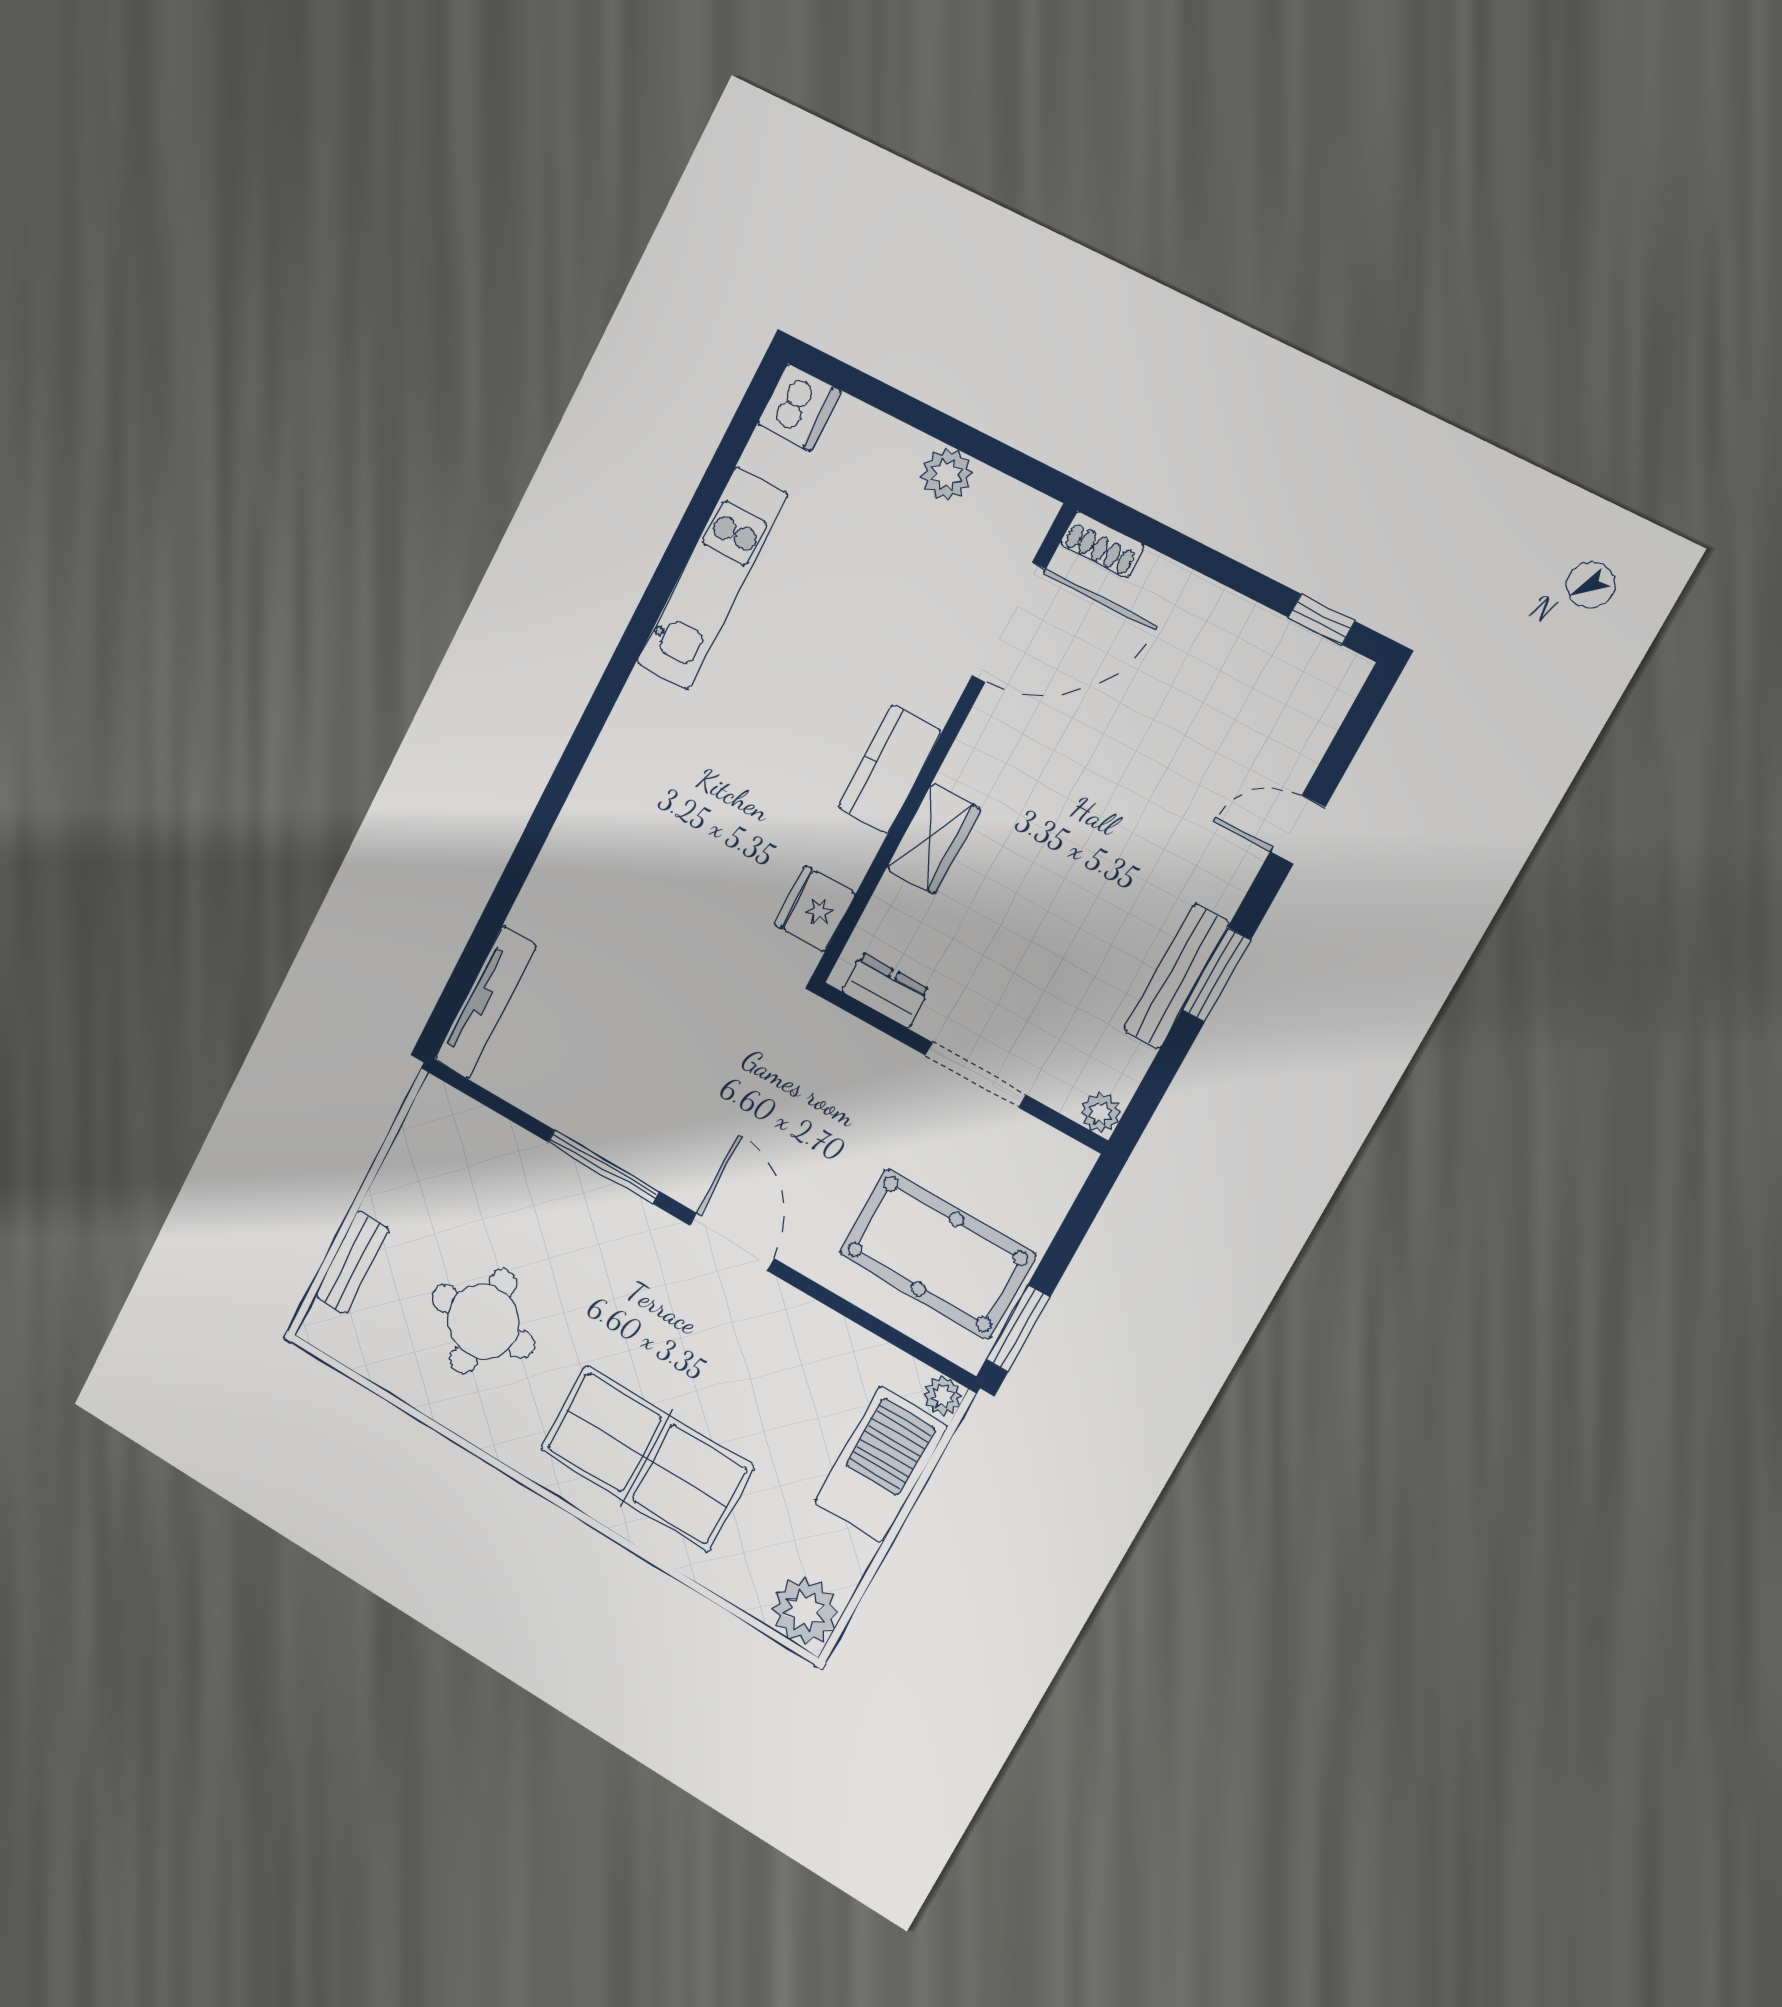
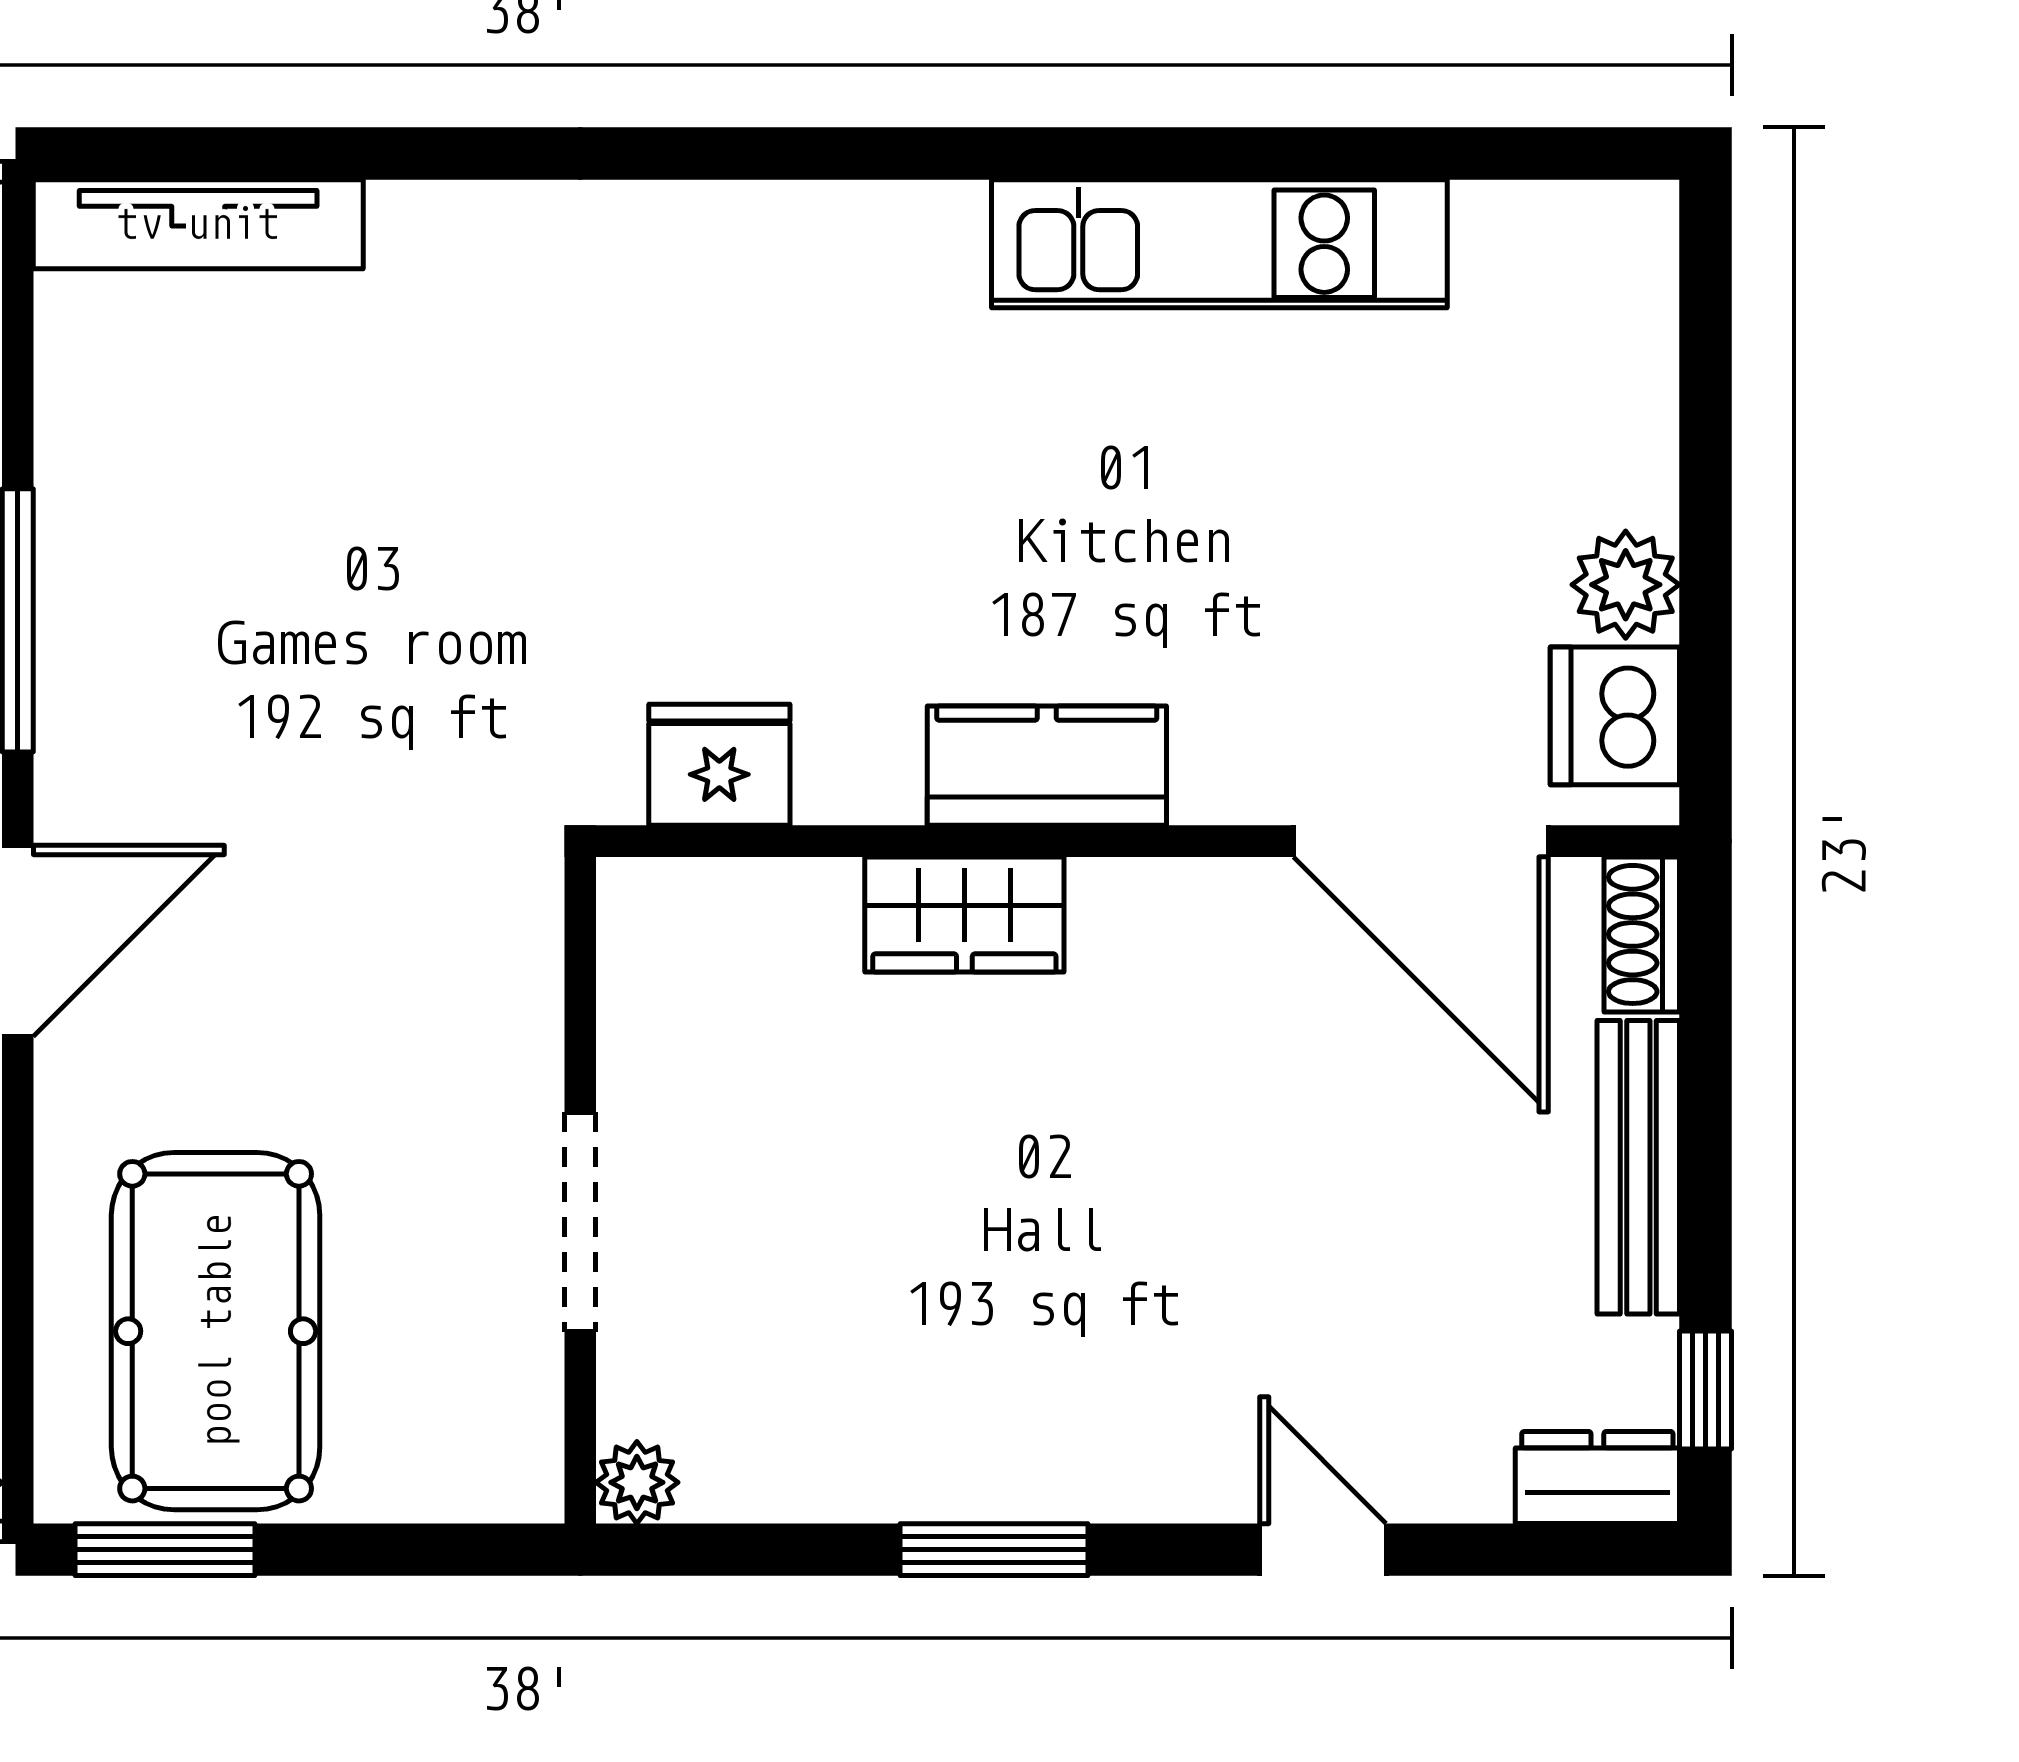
dishwasher: (799, 408) -> (1615, 716), moved, turned 90
bench: (1176, 977) -> (1638, 1167), moved, turned 90
dresser: (885, 990) -> (1597, 1477), moved, turned -90

